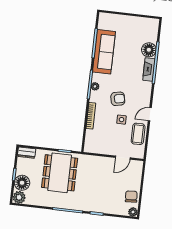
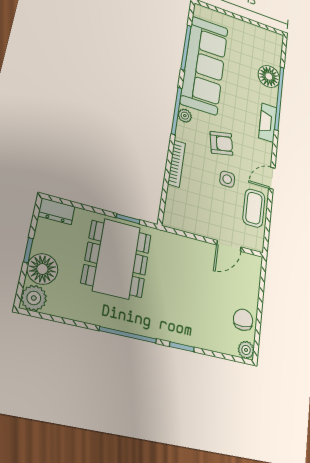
sofa: (104, 52) -> (204, 65), width x1.36, depth x1.27
fireplace: (149, 69) -> (268, 123), moved

